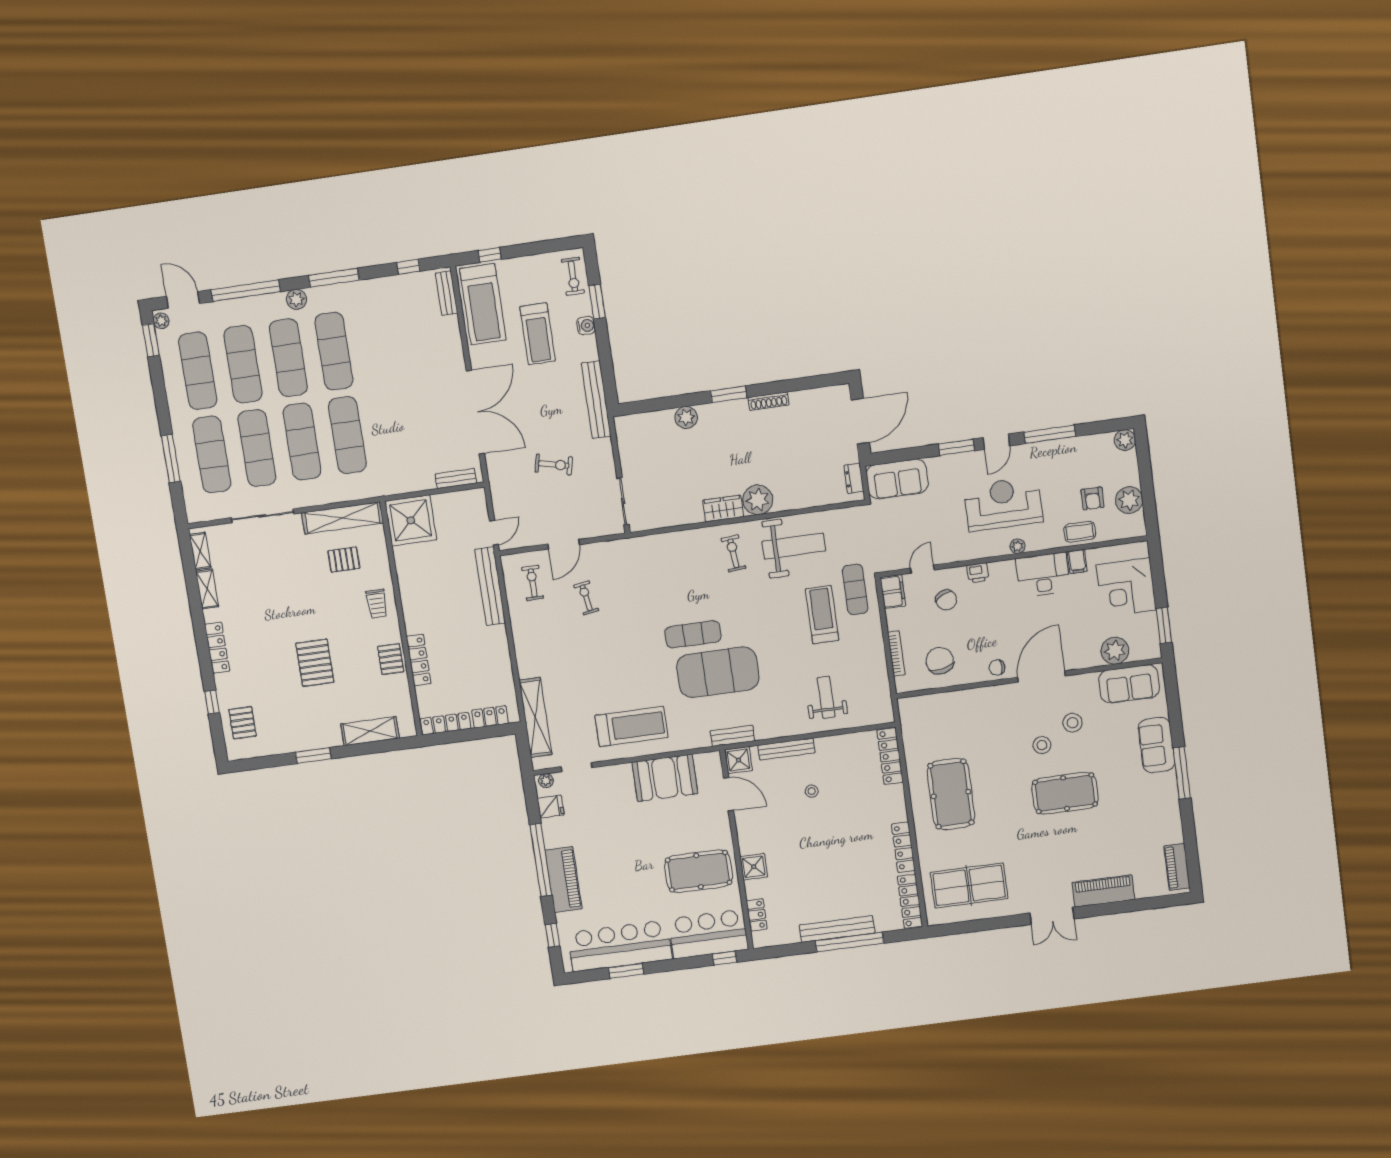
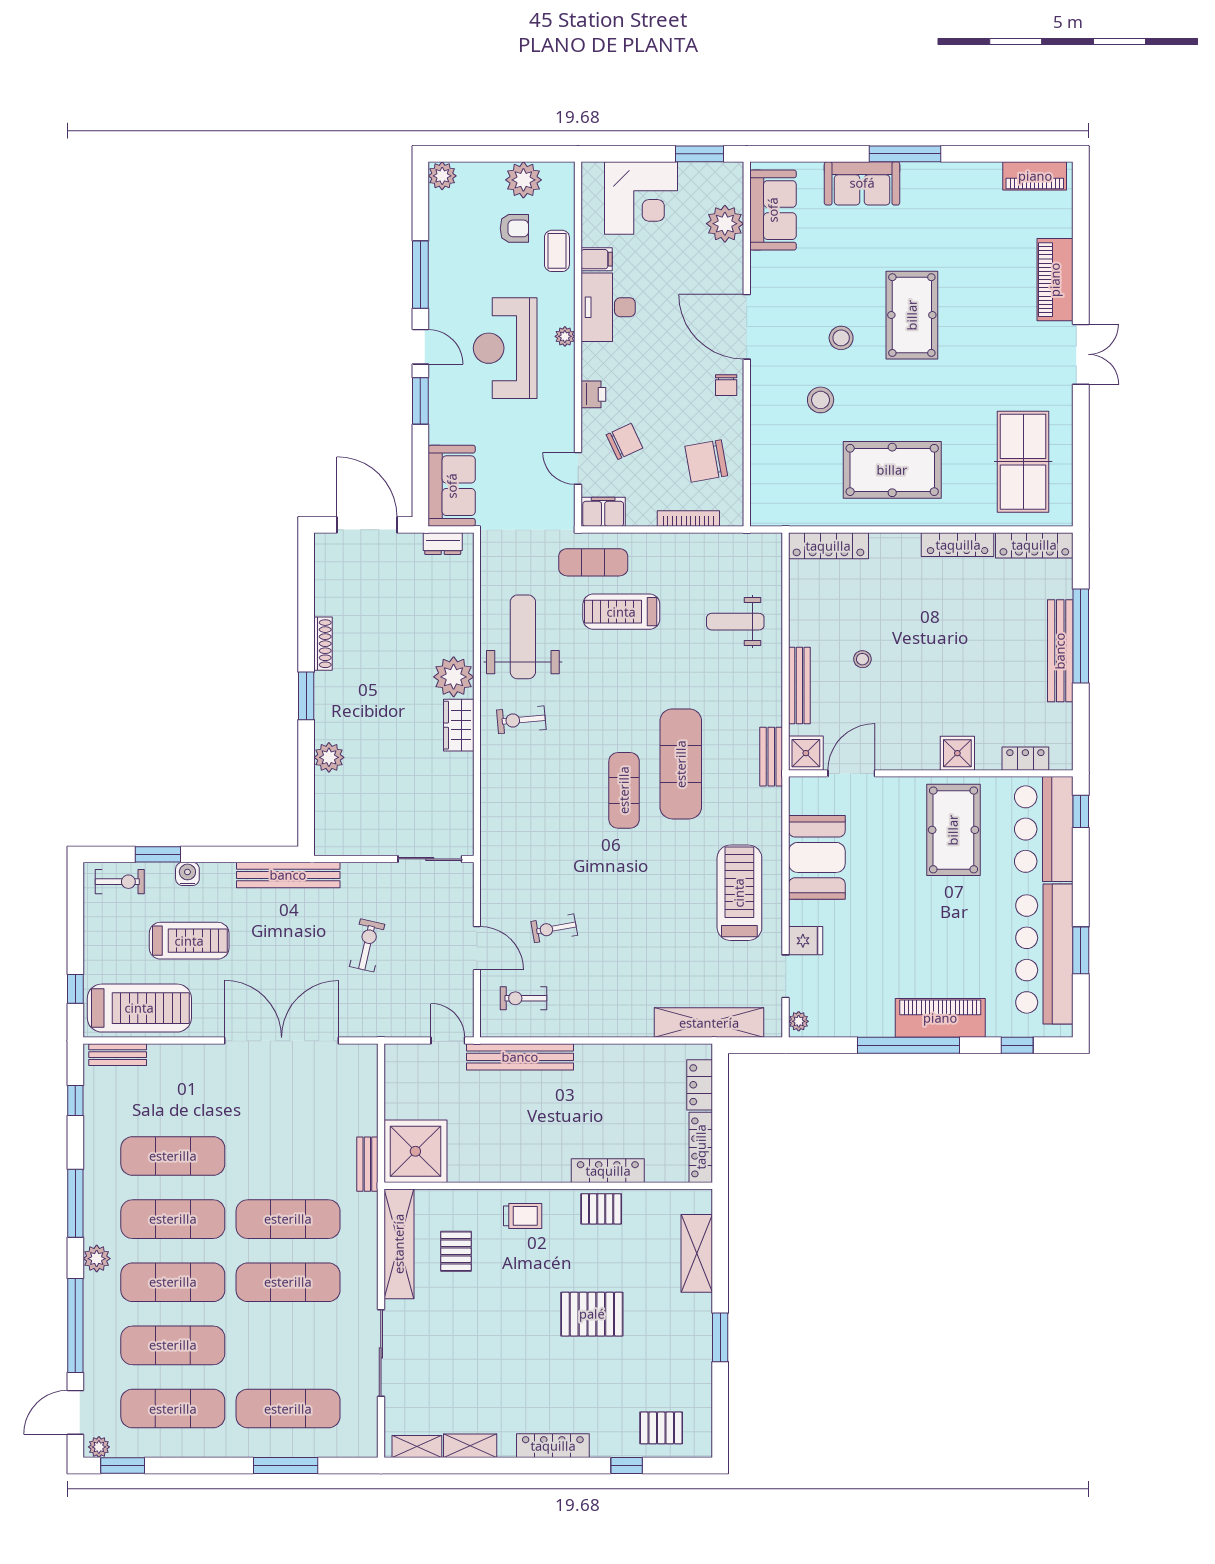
exercise mat: (257, 448) -> (173, 1156), moved
bench: (456, 479) -> (367, 1164), moved
exercise mat: (718, 672) -> (681, 764), width x0.68
stool: (1073, 723) -> (821, 400), moved
fridge: (551, 807) -> (806, 941), moved, turned 90

